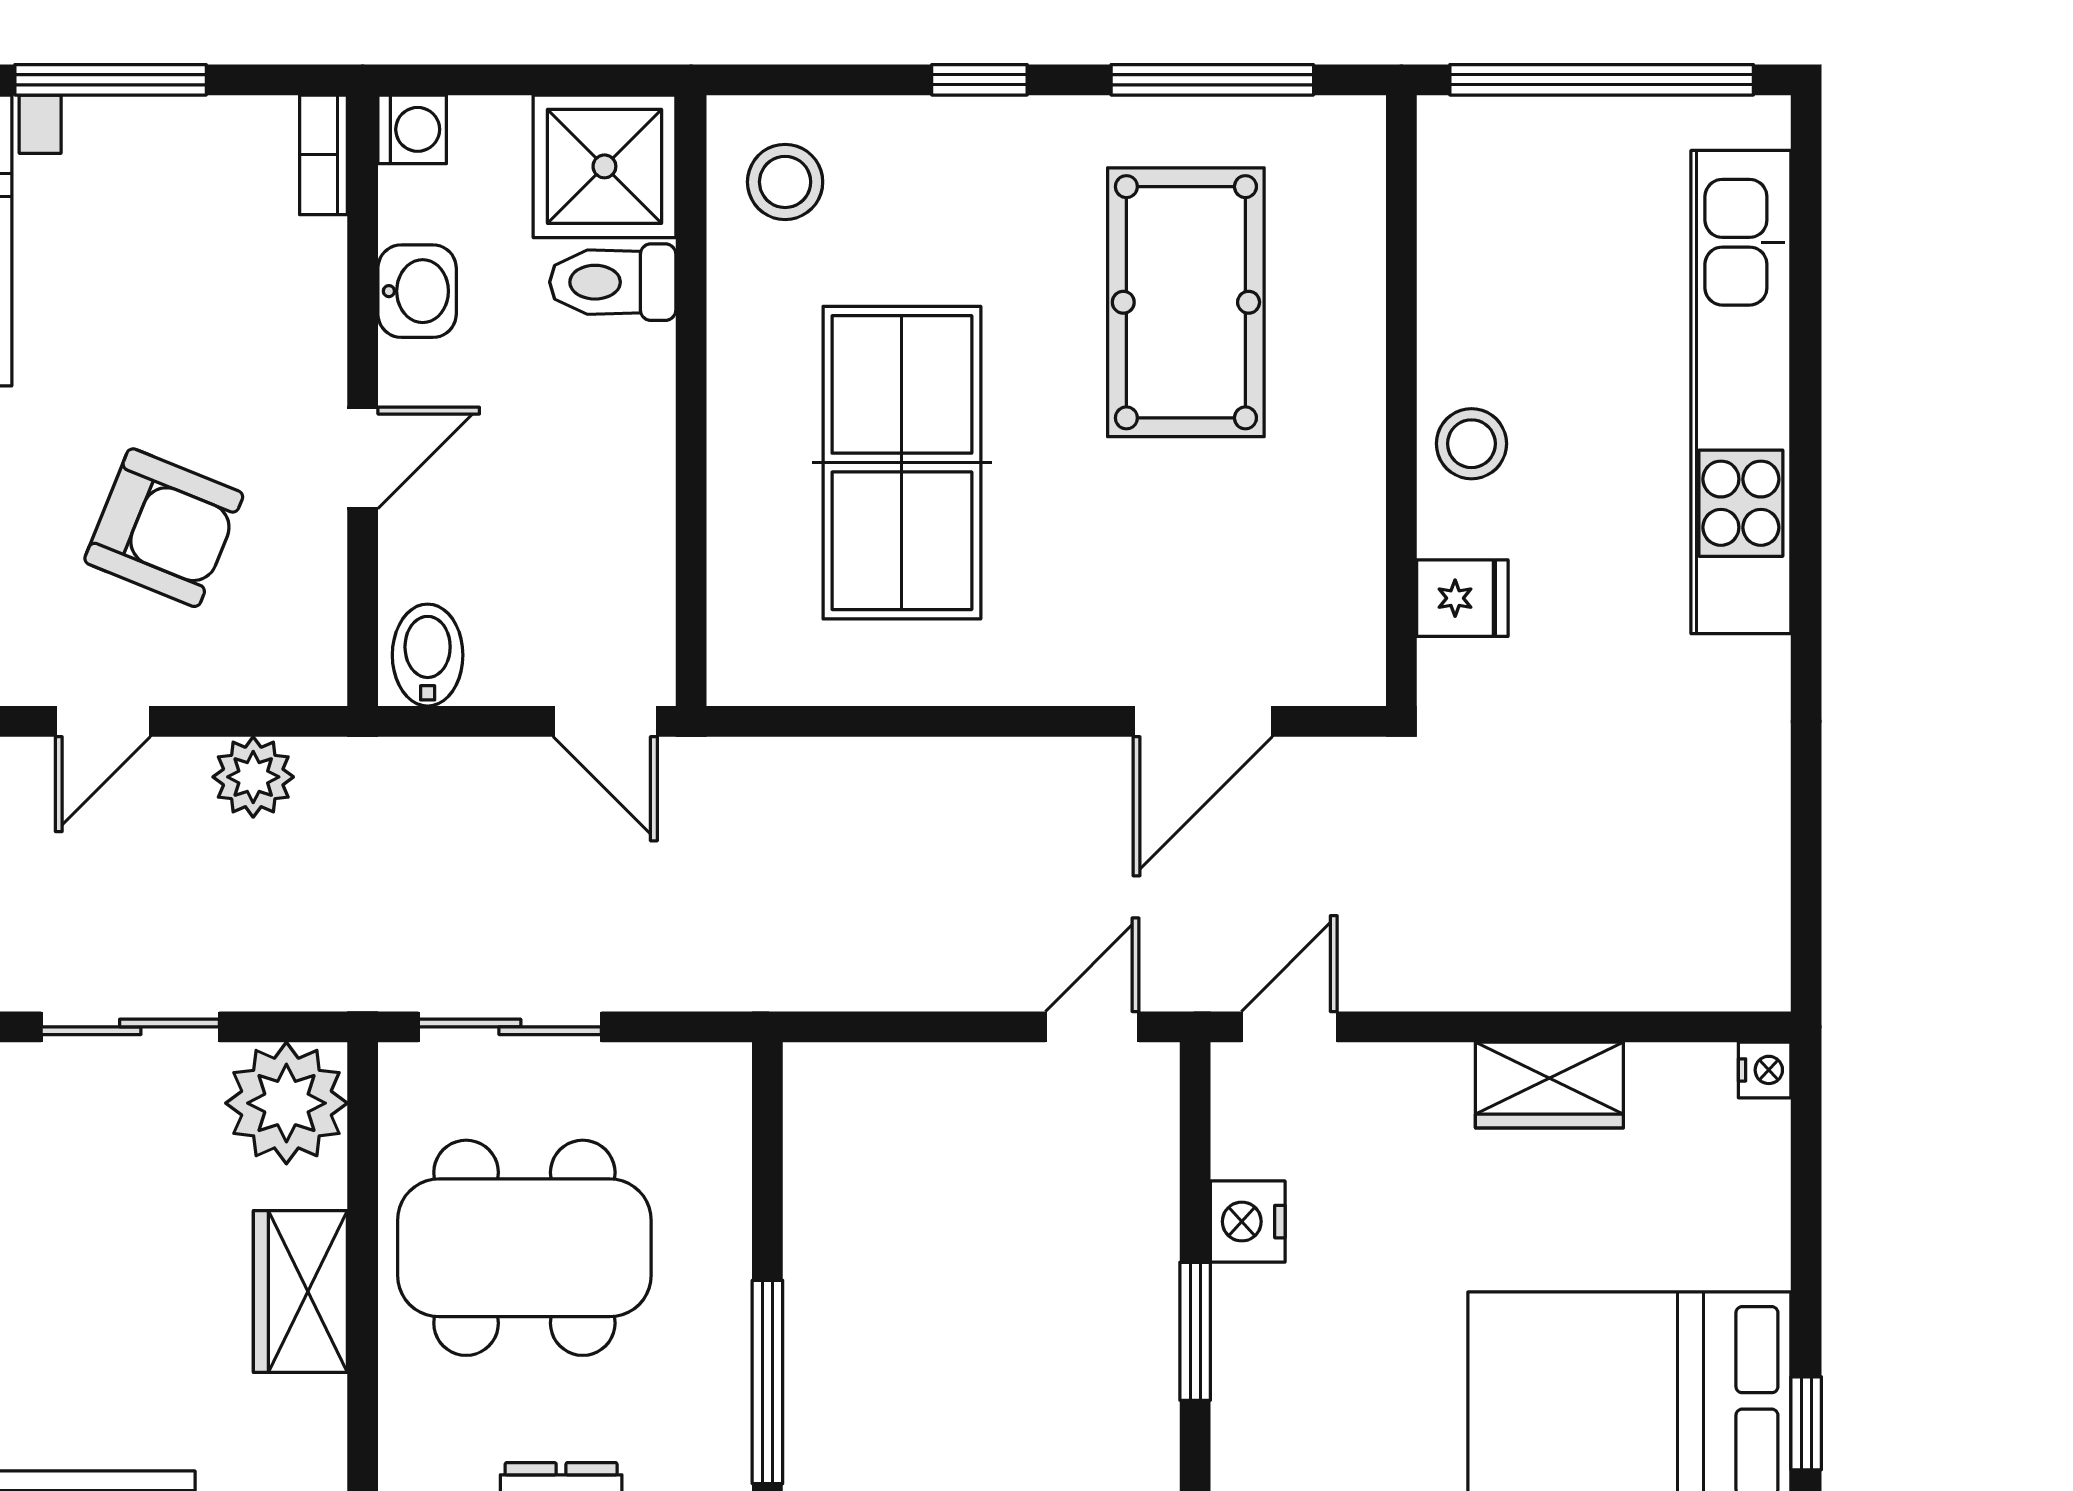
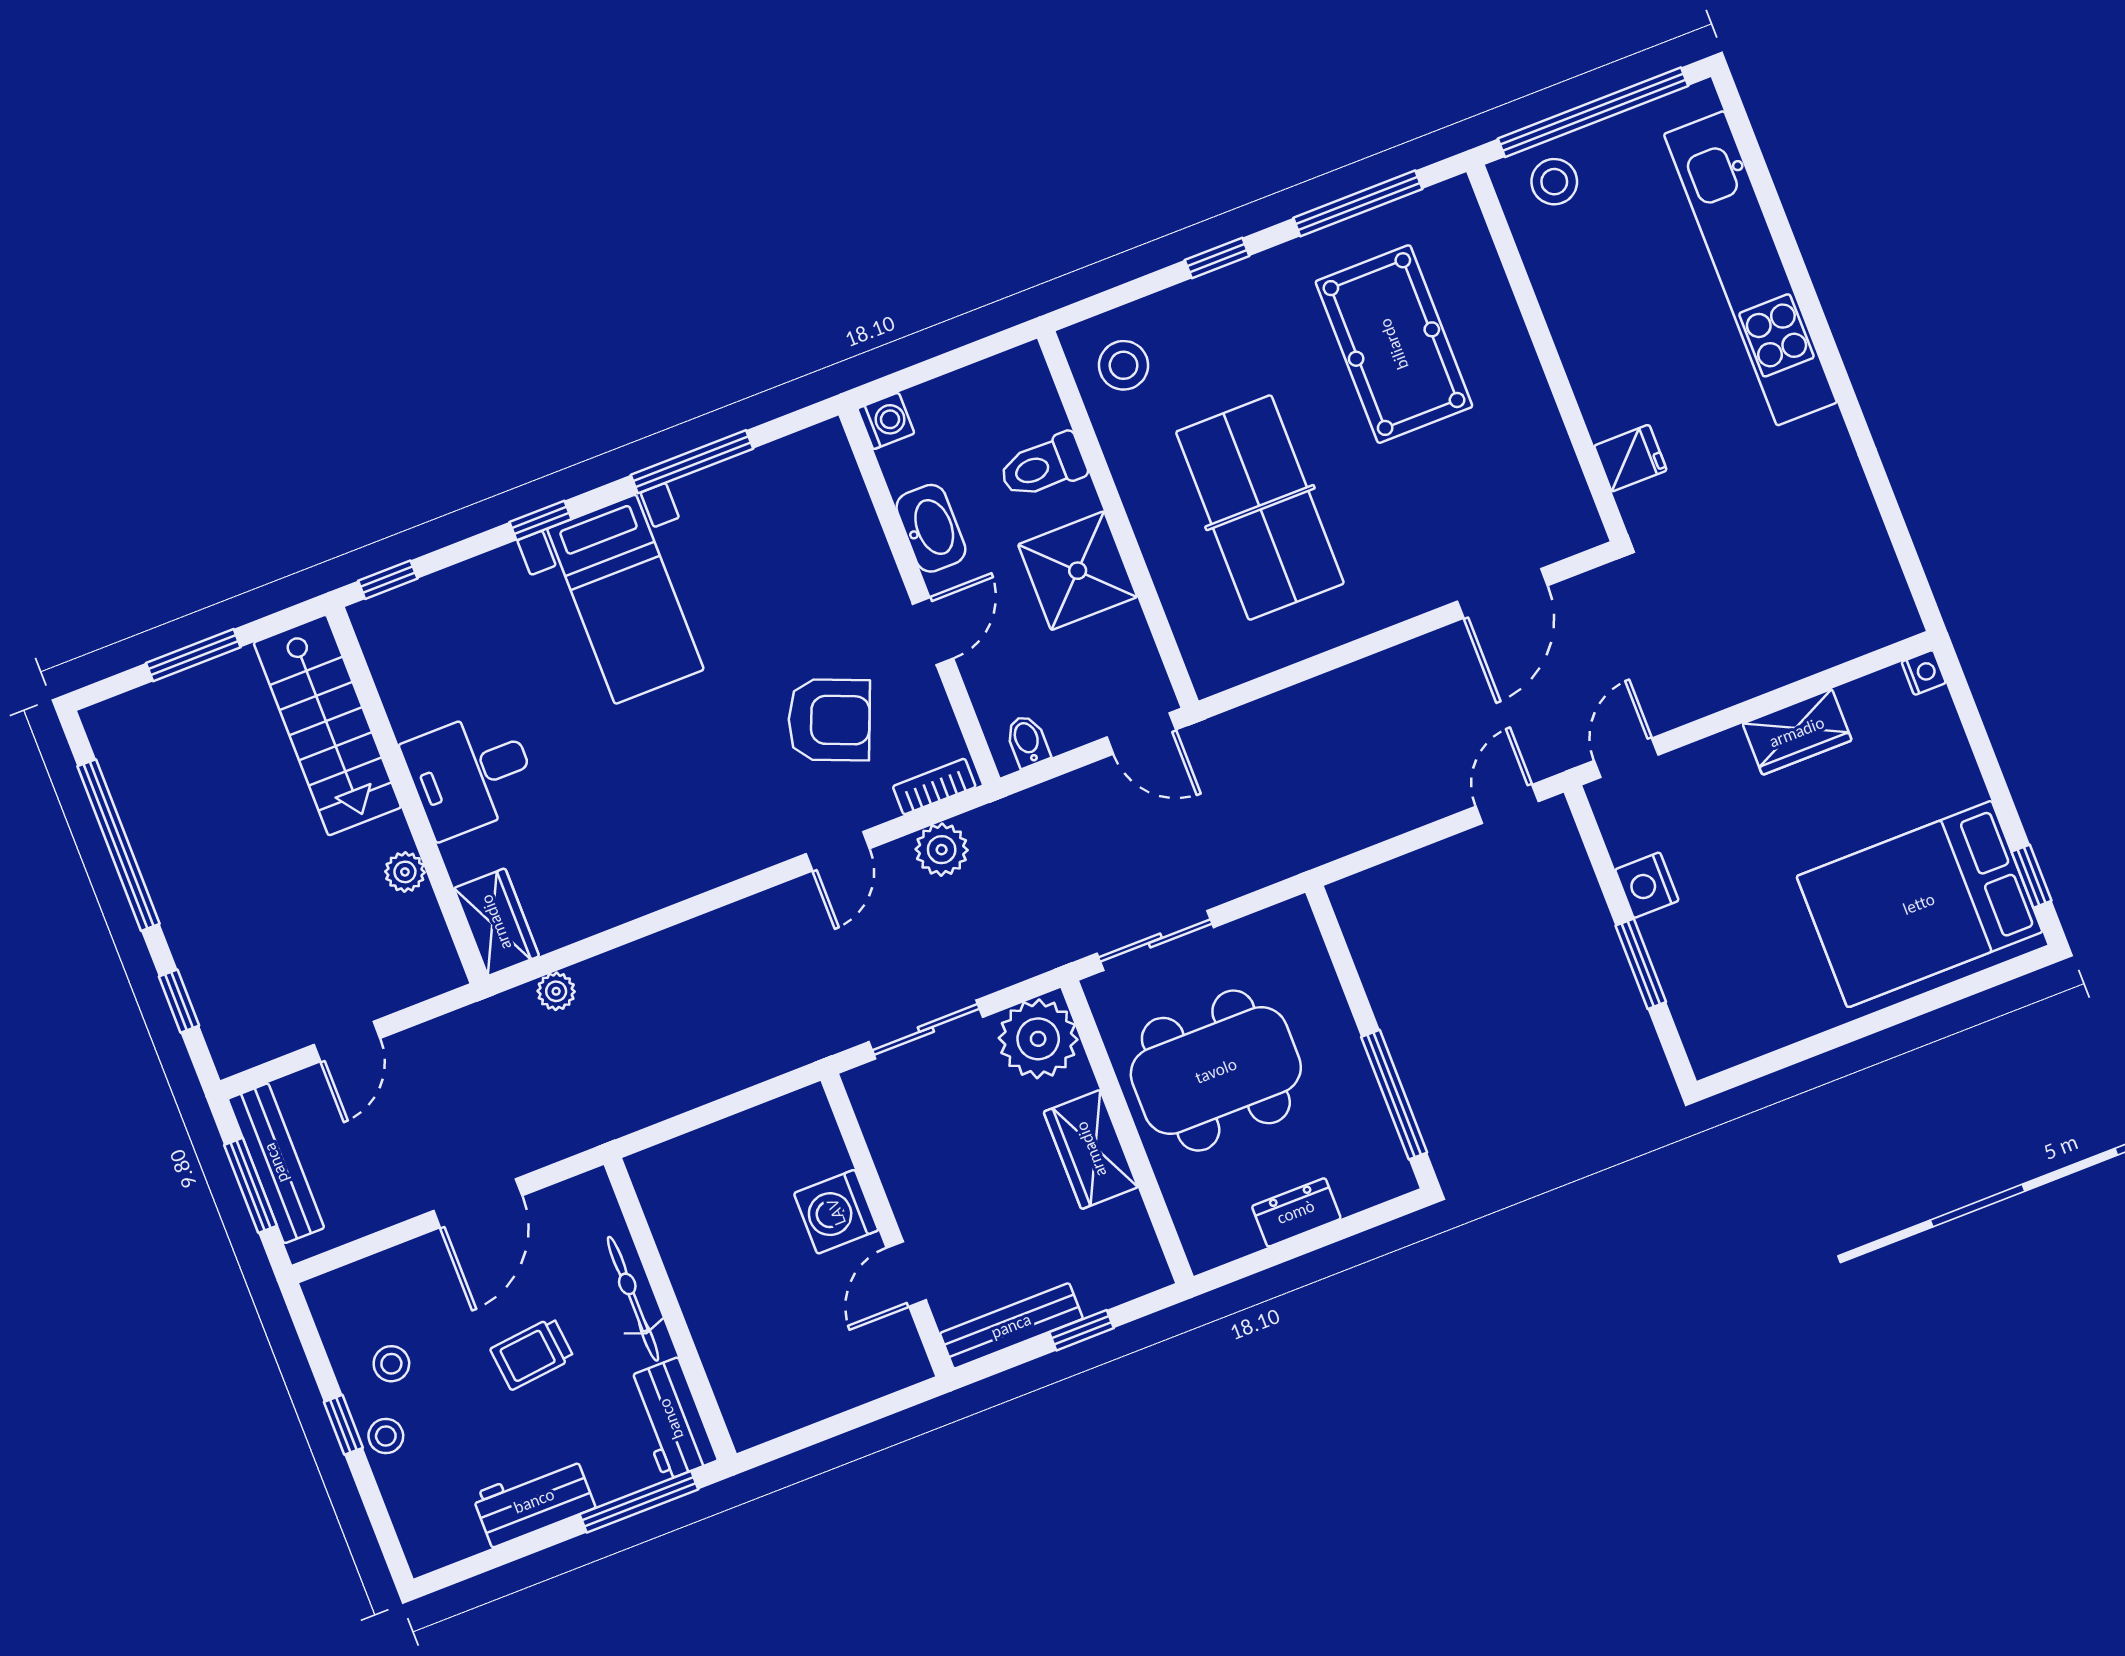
bookcase: (323, 155) -> (934, 787), moved, turned 90
shower: (604, 166) -> (1078, 571), moved
washbasin: (417, 291) -> (931, 528), width x1.38
stool: (1471, 444) -> (1554, 182), moved
bidet: (428, 655) -> (1027, 741), width x0.72, depth x0.74

